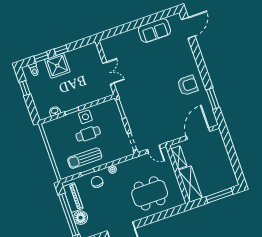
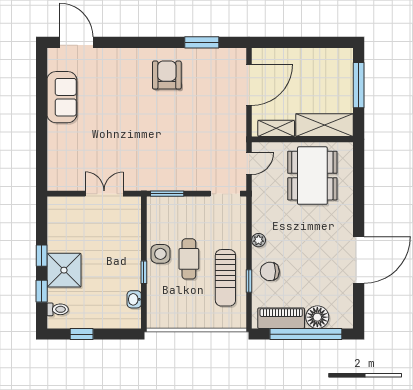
door: (198, 134) -> (249, 85), swing flipped
dining table: (150, 193) -> (312, 176), moved

